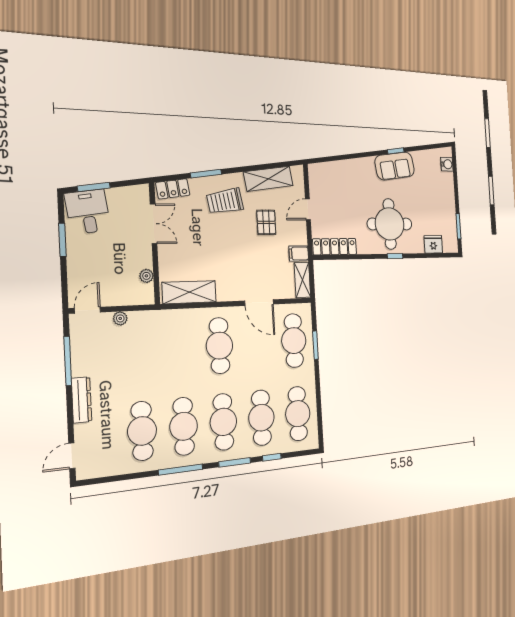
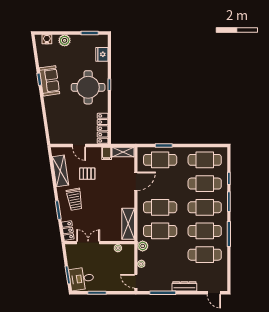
plant: (447, 190) -> (65, 40), added
plant: (152, 319) -> (143, 246), added
cafe table: (180, 348) -> (160, 231), added

